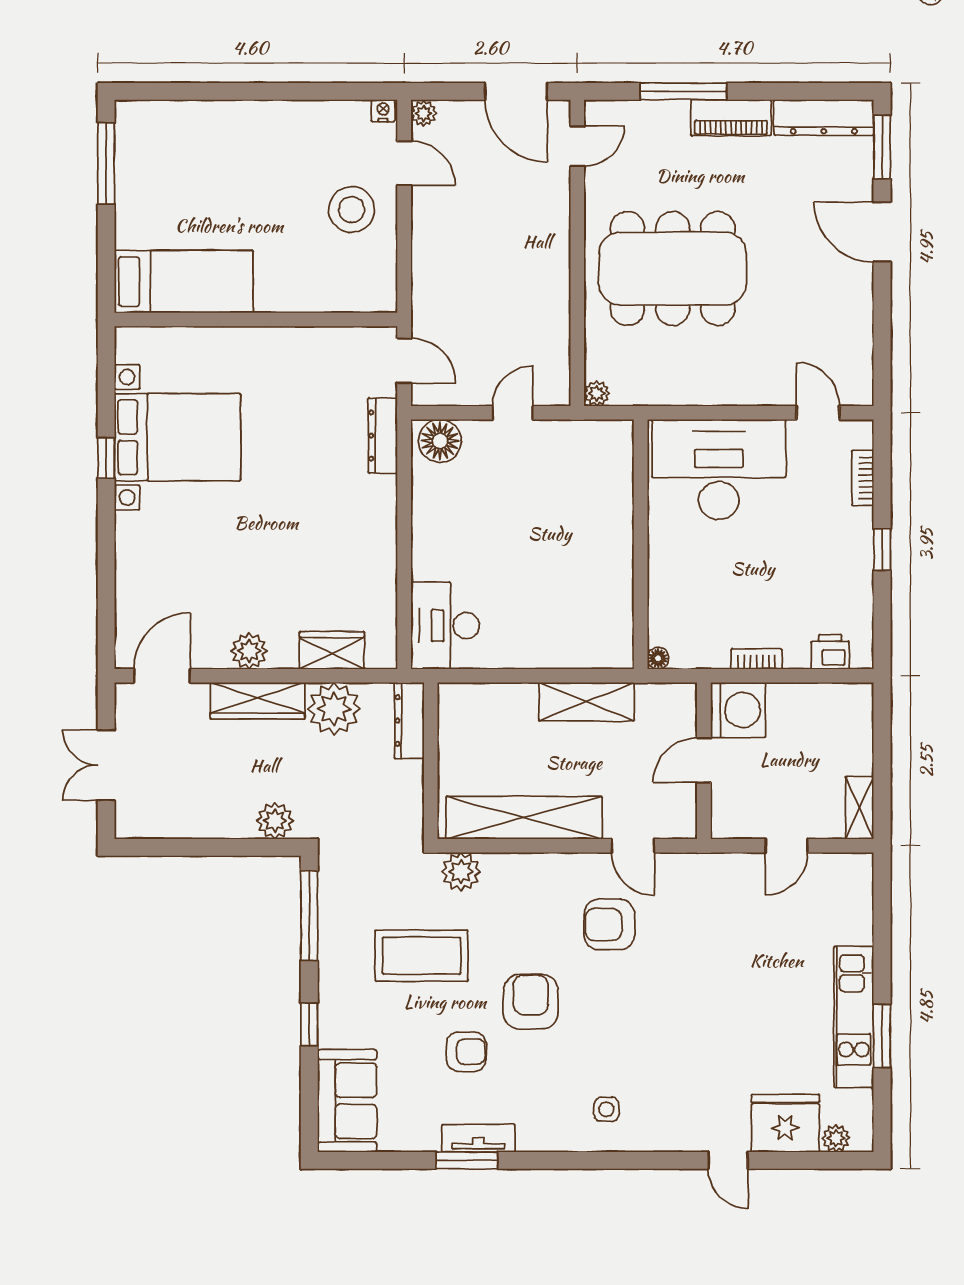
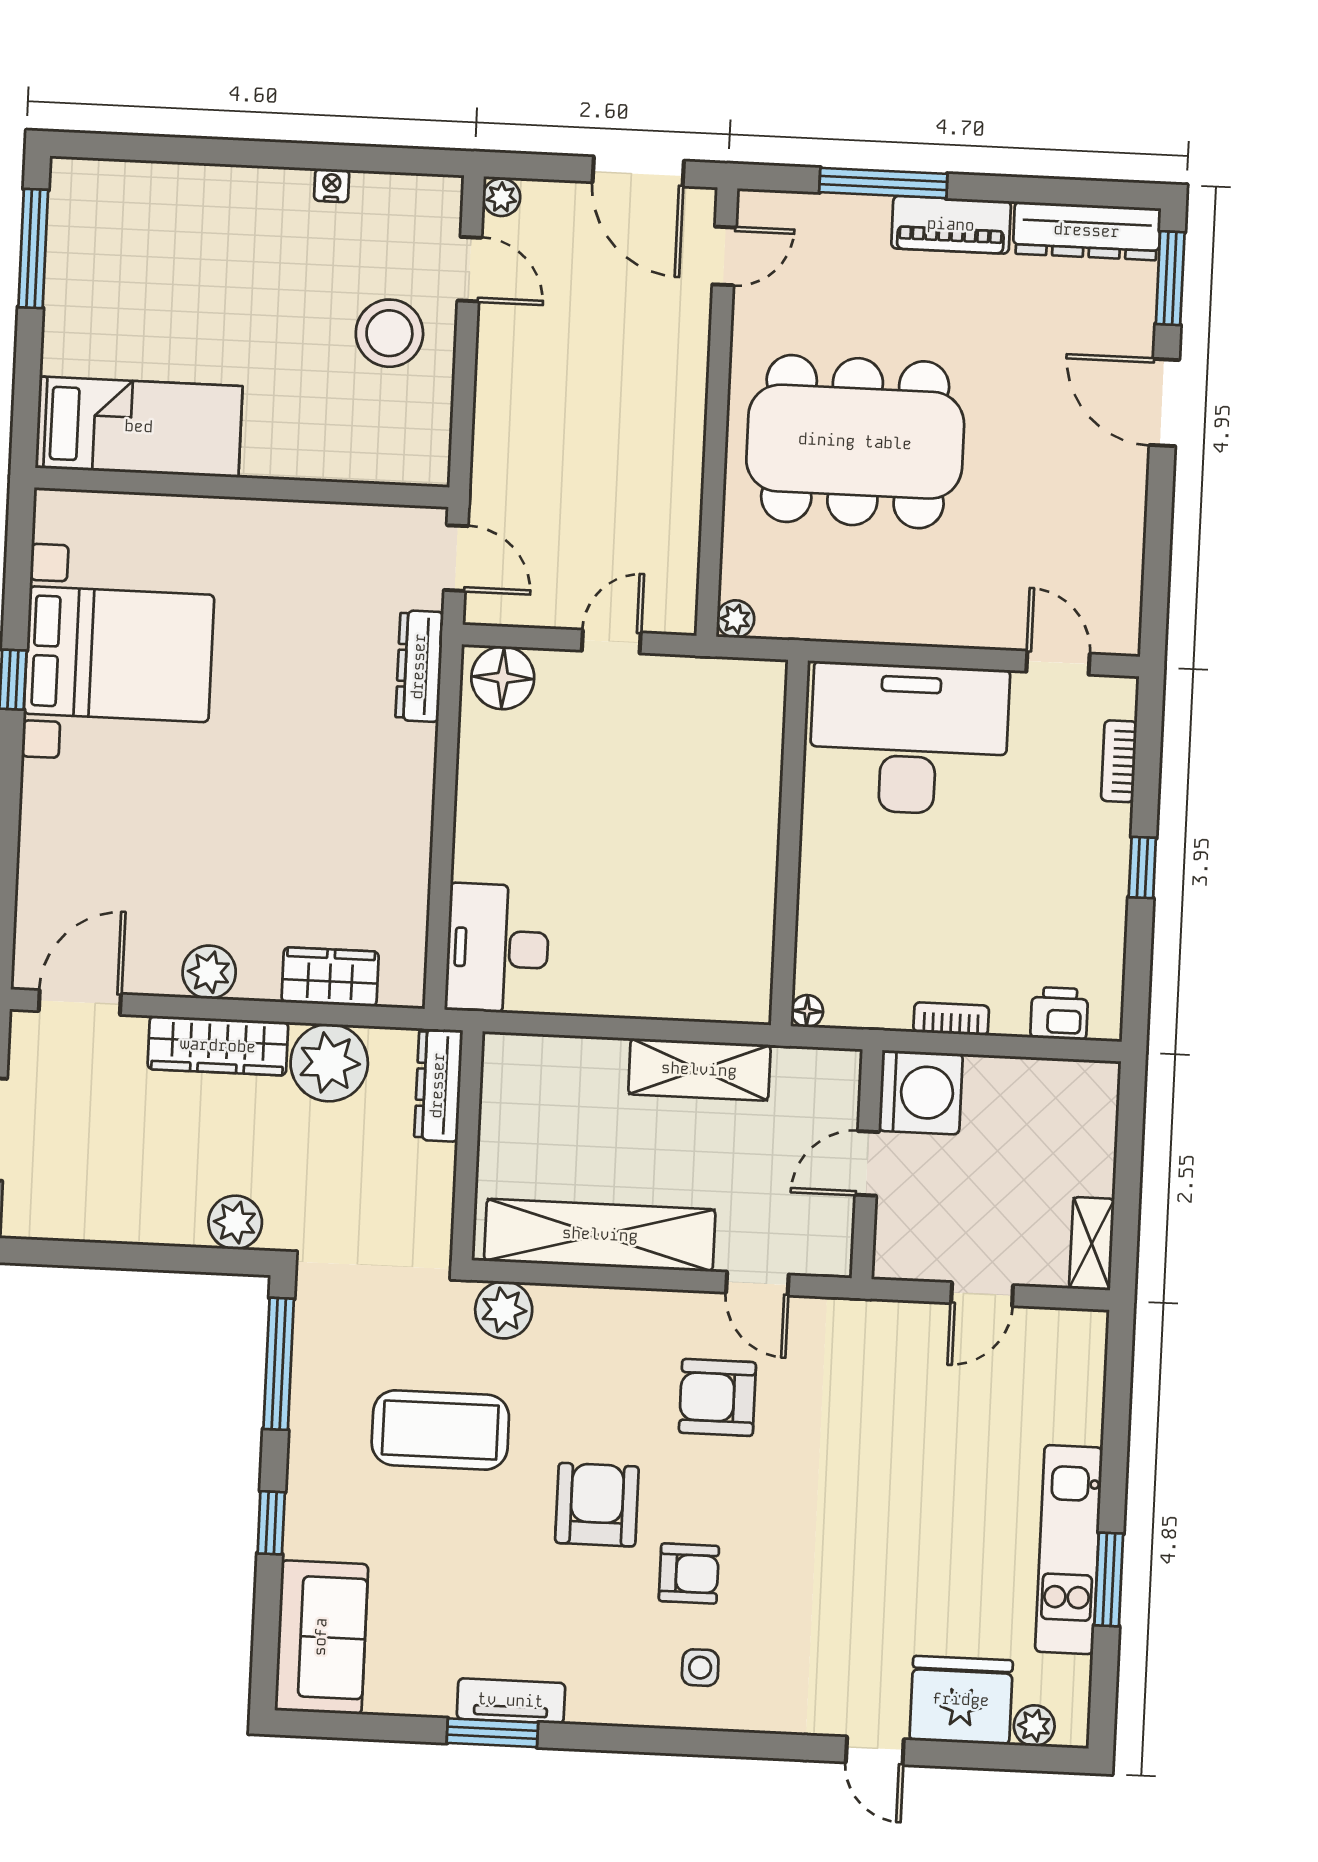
nightstand: (383, 111) -> (332, 185), moved
armchair: (466, 1052) -> (689, 1574), moved

